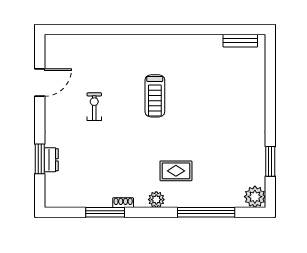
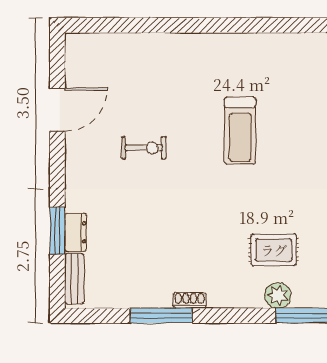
exercise bike: (94, 107) -> (144, 148), turned 90
bench: (51, 189) -> (74, 279), added
plant: (156, 200) -> (278, 295), moved

